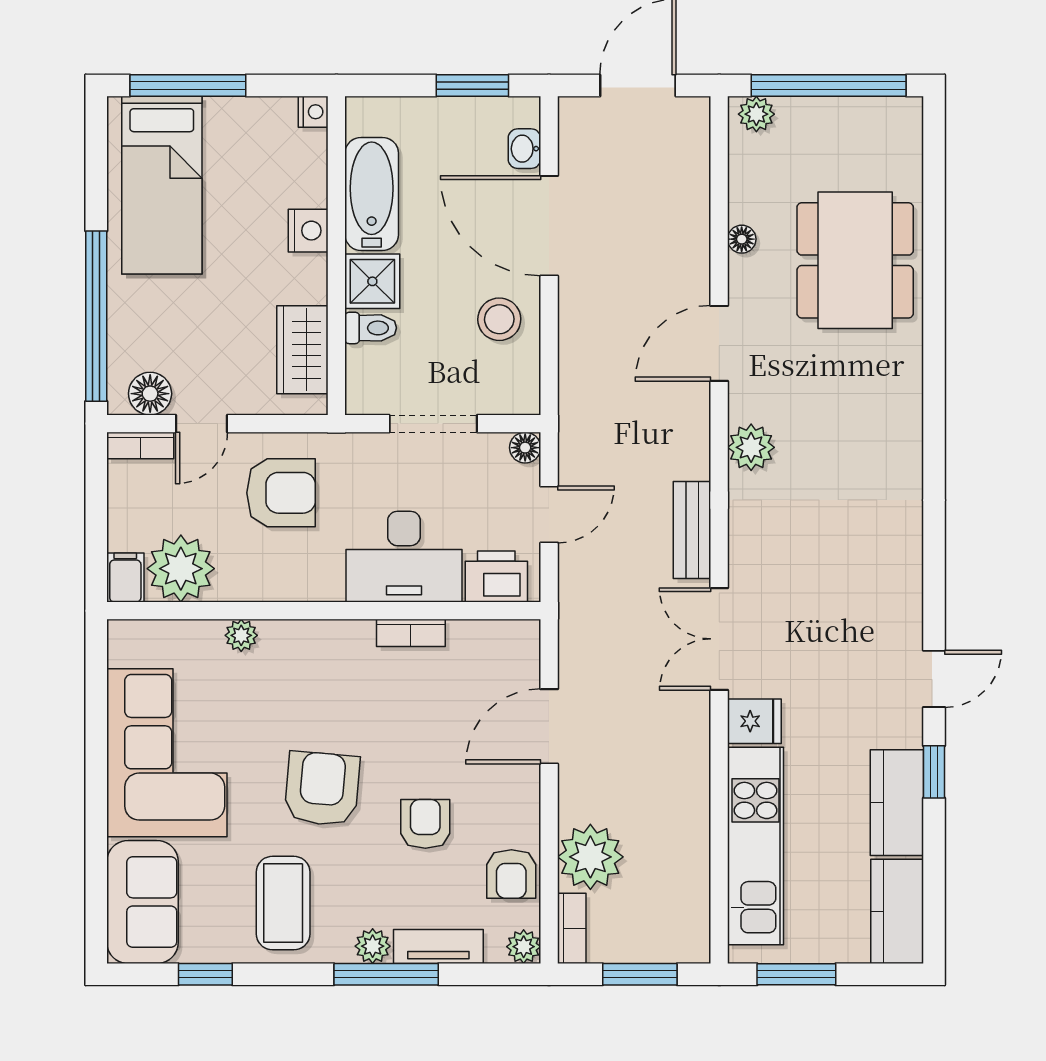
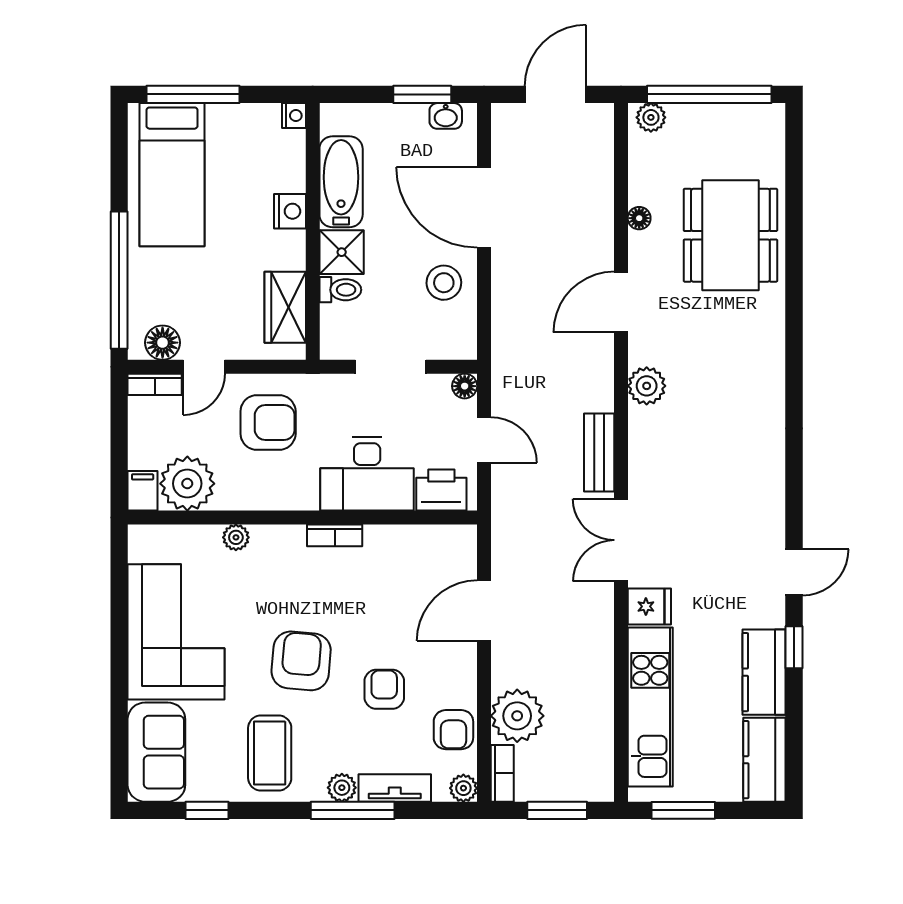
washbasin: (524, 149) -> (446, 116), moved, turned -90
door: (549, 514) -> (484, 440), hinge flipped
bookcase: (411, 633) -> (335, 535), moved

